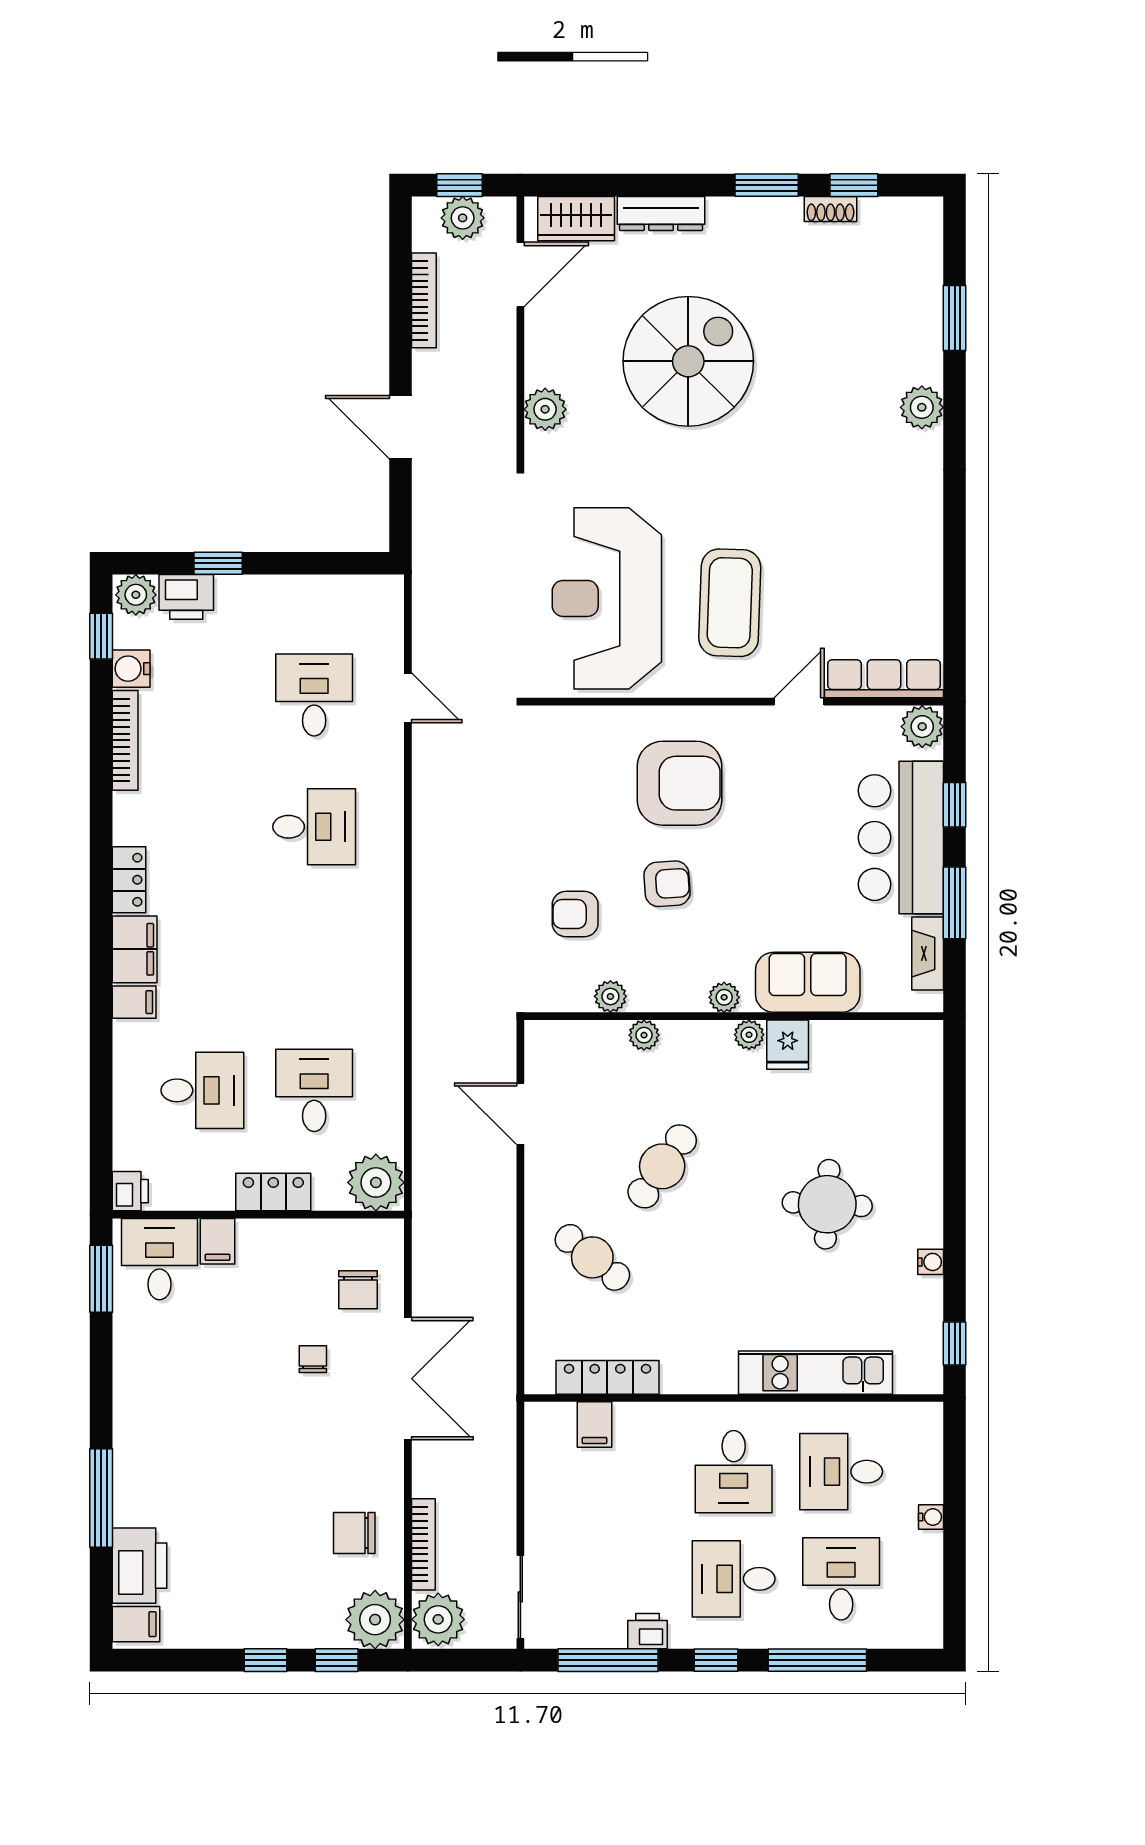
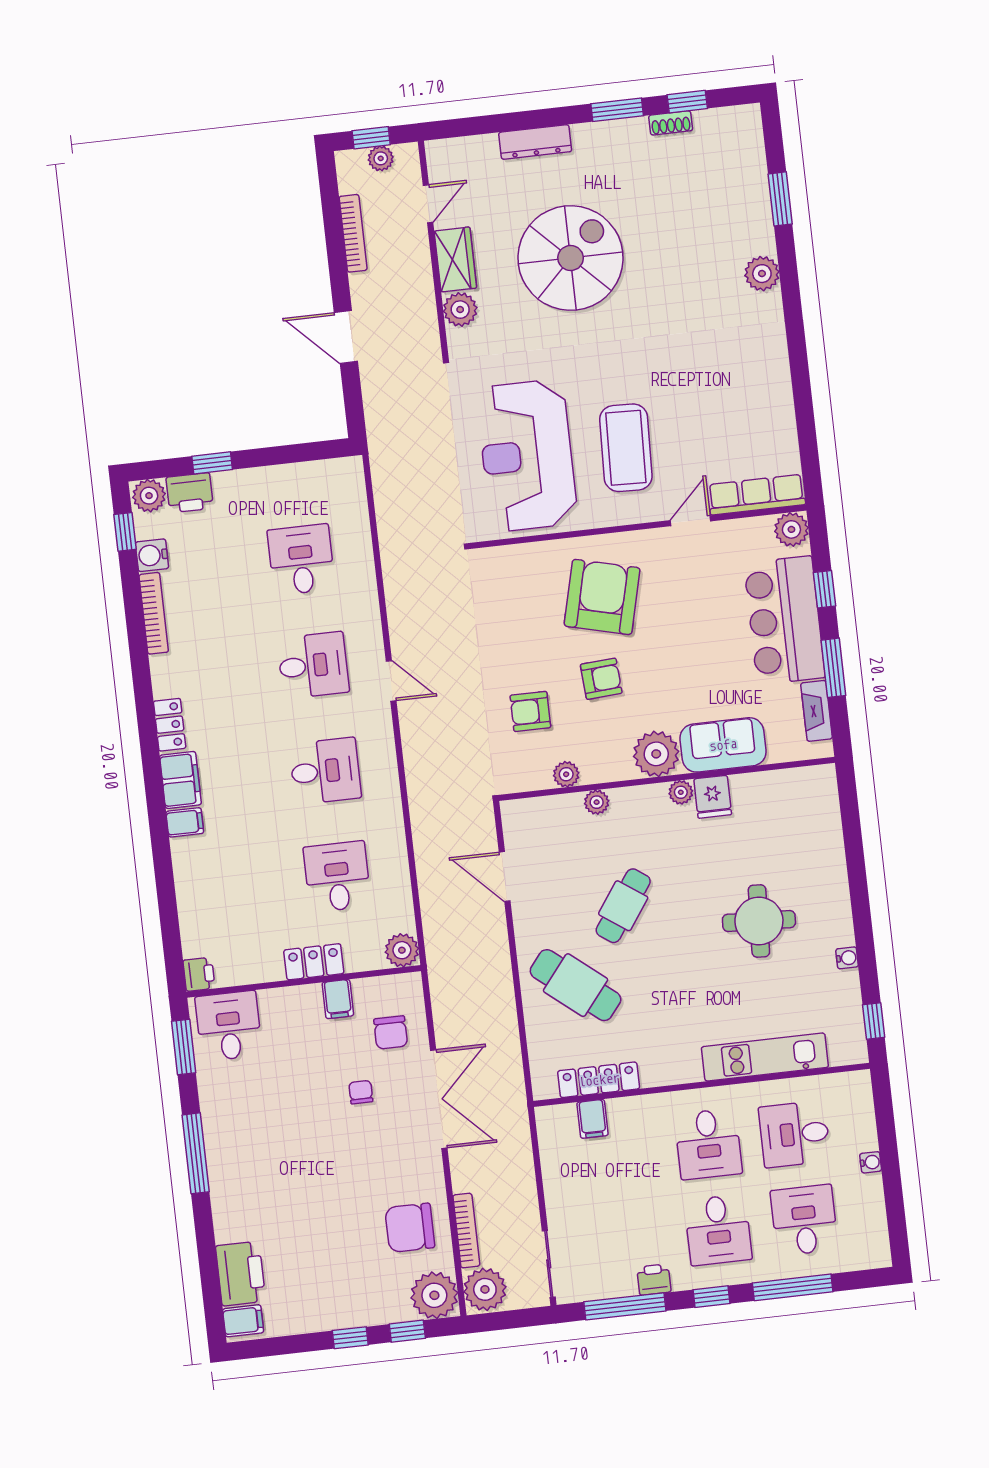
plant: (463, 218) -> (381, 158), width x0.73, depth x0.73
wardrobe: (576, 219) -> (455, 259), moved, turned -90
door: (520, 274) -> (428, 204), width x0.73
door: (408, 698) -> (391, 681), moved
armchair: (680, 783) -> (602, 597), turned -76
plant: (724, 997) -> (656, 754), width x1.88, depth x1.88
desk: (202, 1090) -> (325, 771), moved
plant: (376, 1182) -> (402, 950), width x0.73, depth x0.73
filing cabinet: (218, 1241) -> (338, 999), moved
cafe table: (592, 1257) -> (576, 985), width x1.37, depth x1.35
window: (101, 1498) -> (196, 1153), moved
chair: (354, 1533) -> (410, 1228), width x1.37, depth x1.37
desk: (734, 1579) -> (718, 1230), turned -90

